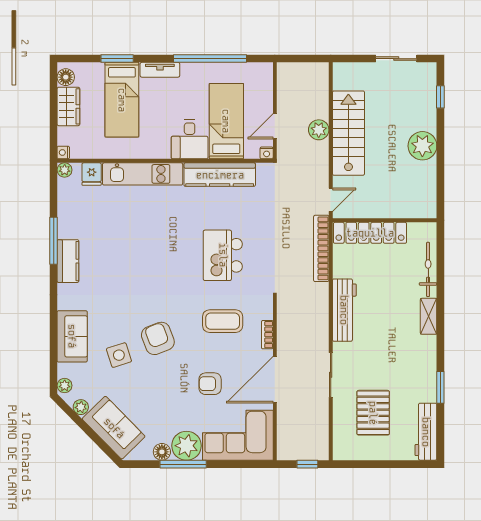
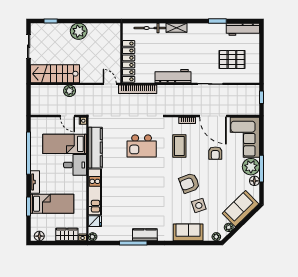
wardrobe: (68, 106) -> (67, 234), moved
stairs: (348, 133) -> (55, 74), moved

